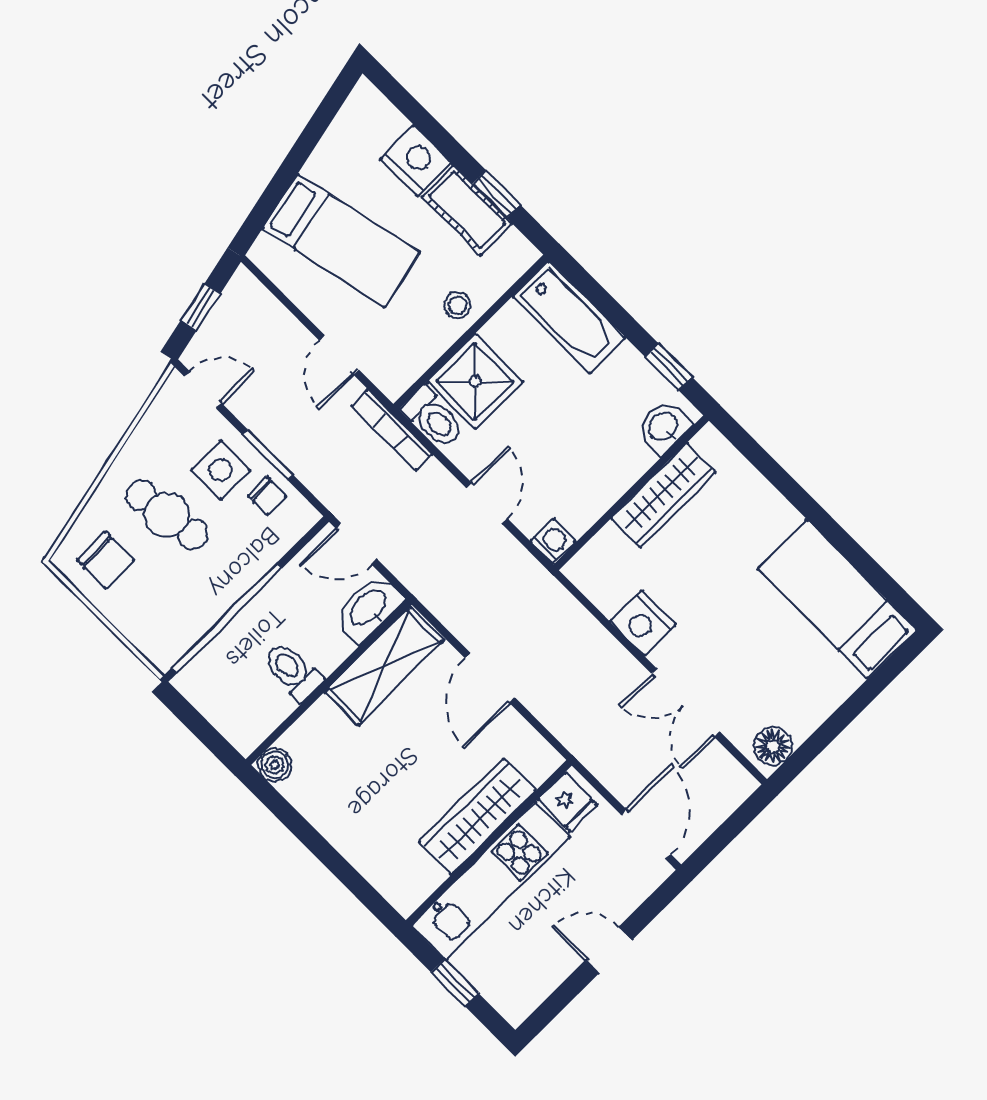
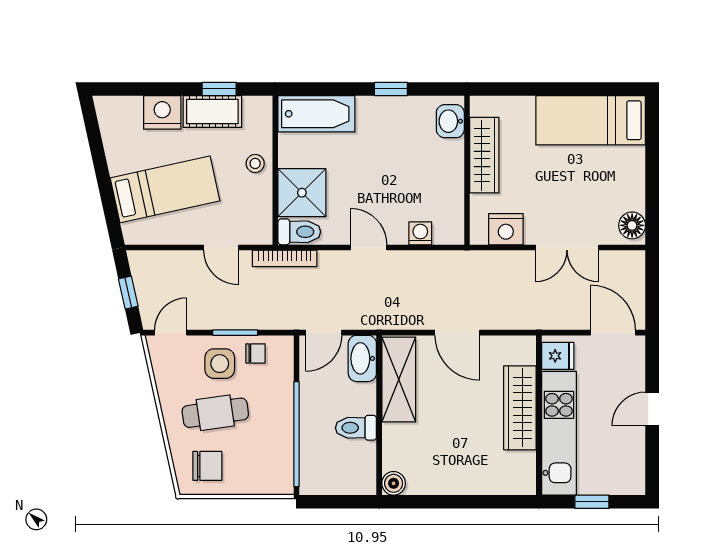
washbasin: (664, 427) -> (450, 121), moved
wall: (631, 493) -> (467, 170), moved
wardrobe: (664, 495) -> (484, 155), moved

